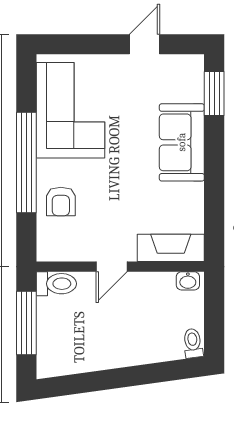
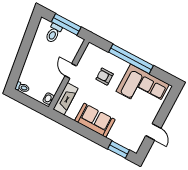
sofa: (182, 142) -> (95, 120), moved
armchair: (61, 201) -> (105, 77), moved
toilet: (56, 284) -> (53, 33), moved

